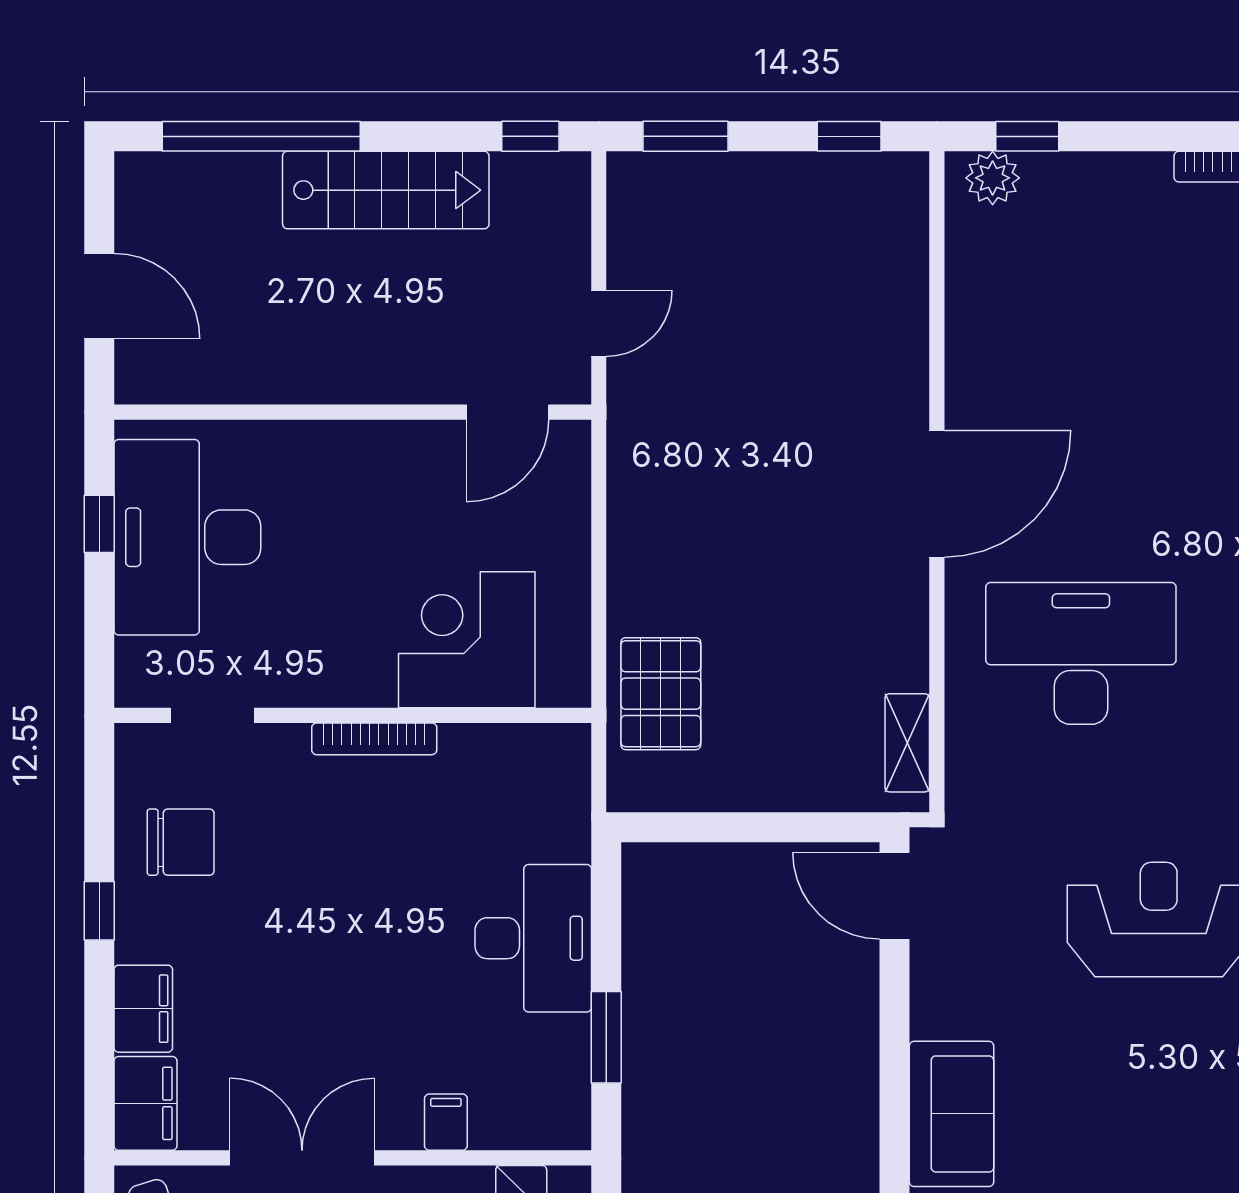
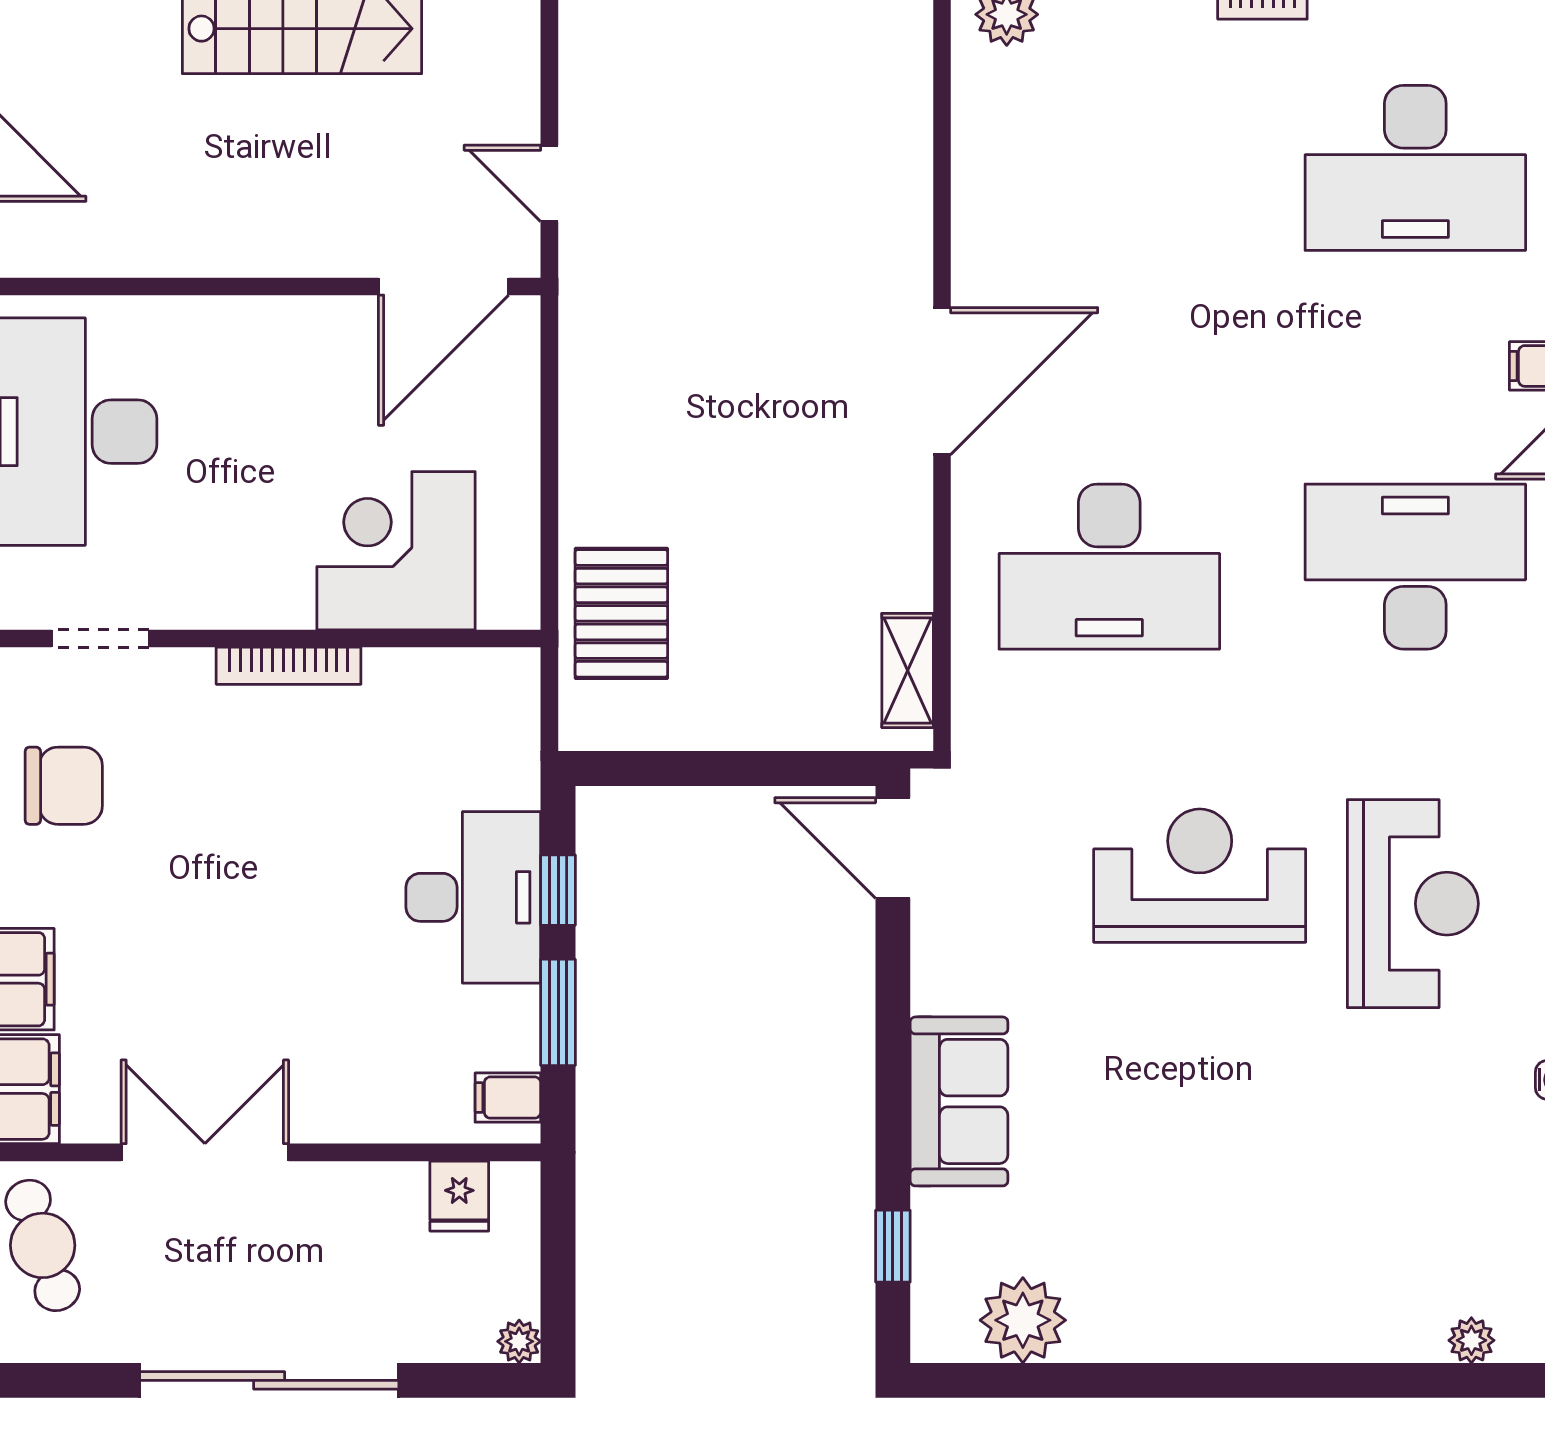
door: (599, 323) -> (549, 183), swing flipped
door: (508, 412) -> (444, 286), width x1.36
desk: (1081, 653) -> (1109, 567), turned 180
window: (606, 932) -> (558, 890), added
filing cabinet: (446, 1122) -> (508, 1098), moved, turned -90

